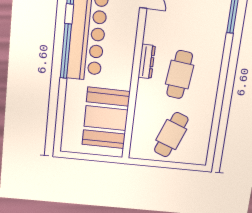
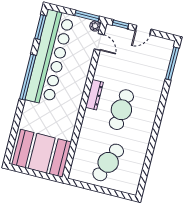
booth: (106, 118) -> (42, 153), moved, turned 90

